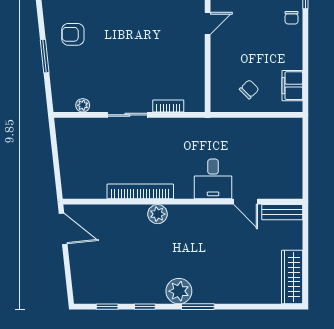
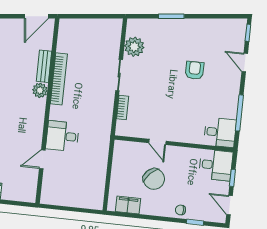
door: (208, 23) -> (157, 142), moved
armchair: (73, 34) -> (195, 70), moved
chair: (249, 89) -> (154, 179), moved, width x1.87, depth x1.87
plant: (83, 105) -> (134, 47), width x1.88, depth x1.88
bench: (282, 212) -> (44, 66), moved

